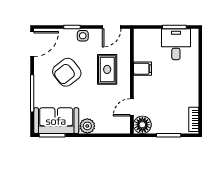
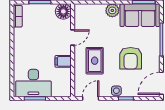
desk: (176, 44) -> (33, 83), width x1.37
armchair: (67, 72) -> (131, 58), turned 128
door: (132, 107) -> (73, 38), moved

